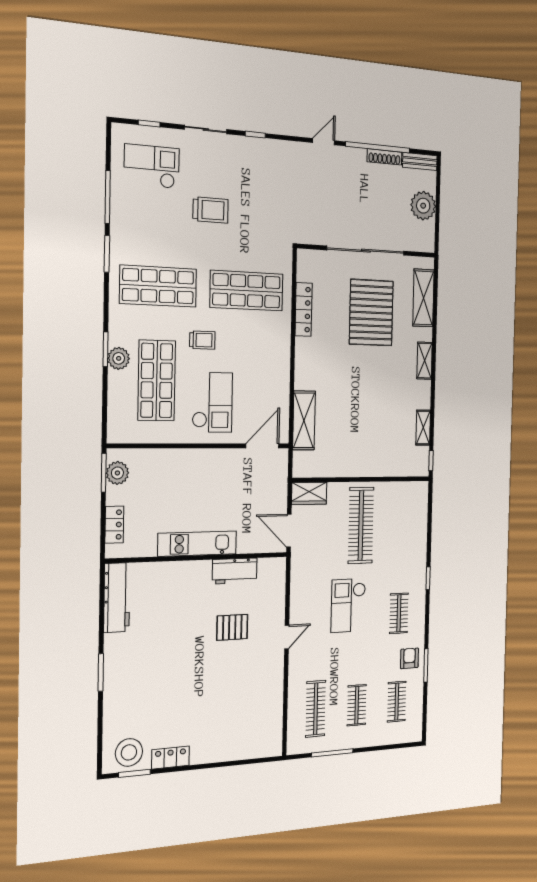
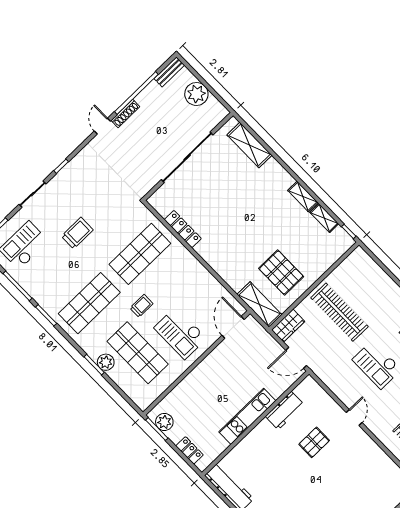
shoe rack: (384, 157) -> (125, 113), moved
pallet: (371, 313) -> (281, 272), moved, width x0.73, depth x0.71
shelving: (425, 361) -> (303, 196), moved
checkout: (212, 402) -> (180, 333), turned 180
shelving: (304, 420) -> (259, 305), moved

